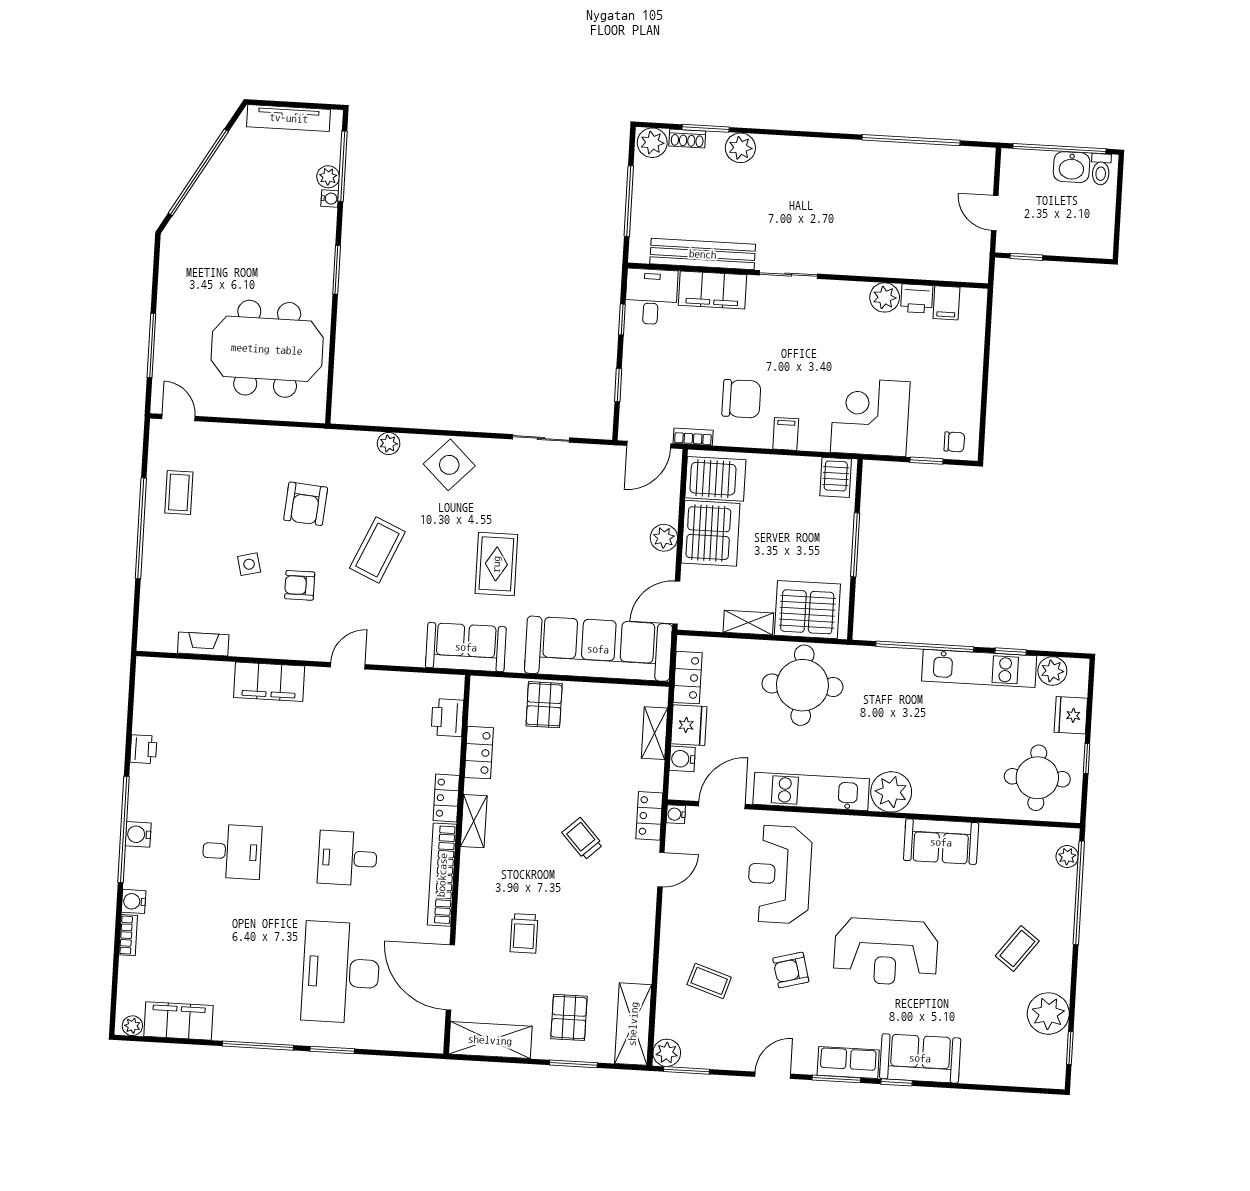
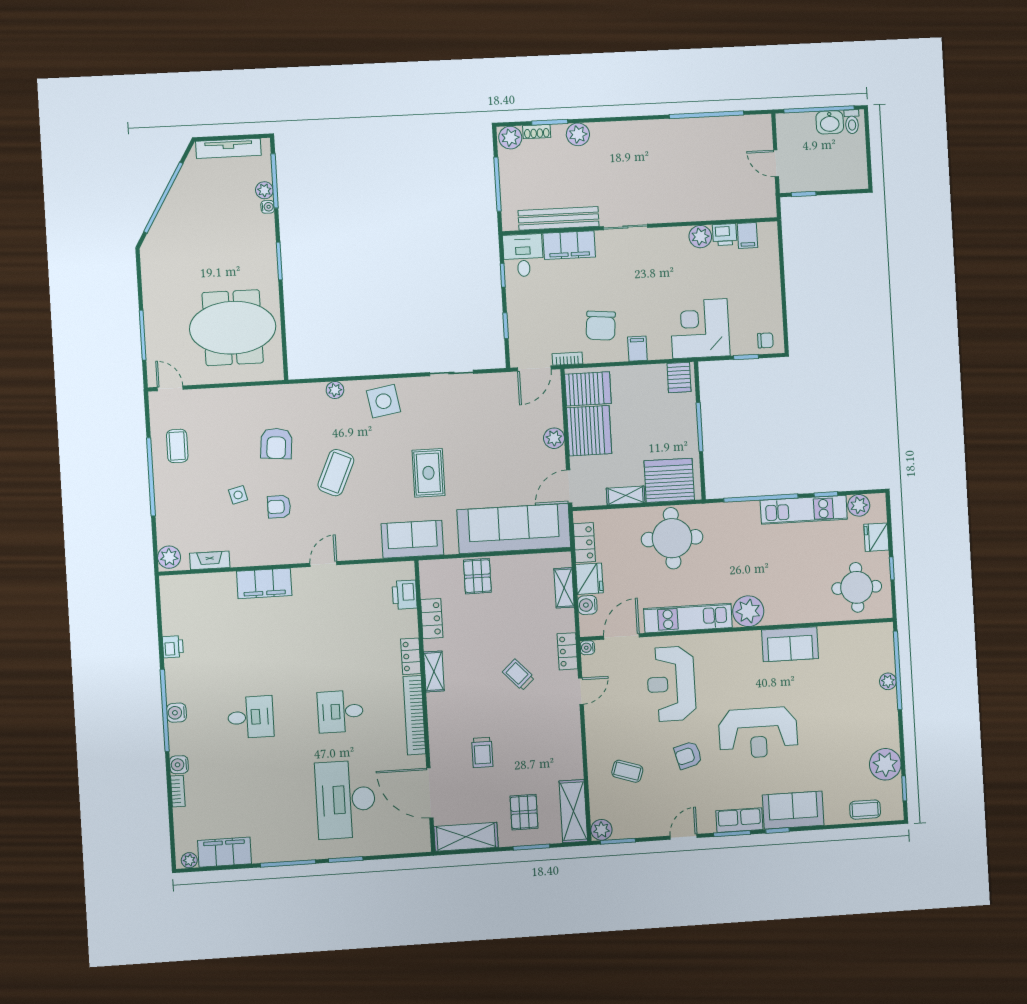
chair: (741, 399) -> (601, 326), turned 95
side table: (449, 465) -> (383, 401), turned 36
plant: (152, 634) -> (169, 557), added
plant: (1067, 856) -> (888, 681), moved
coffee table: (1017, 949) -> (865, 810), moved, turned 53

